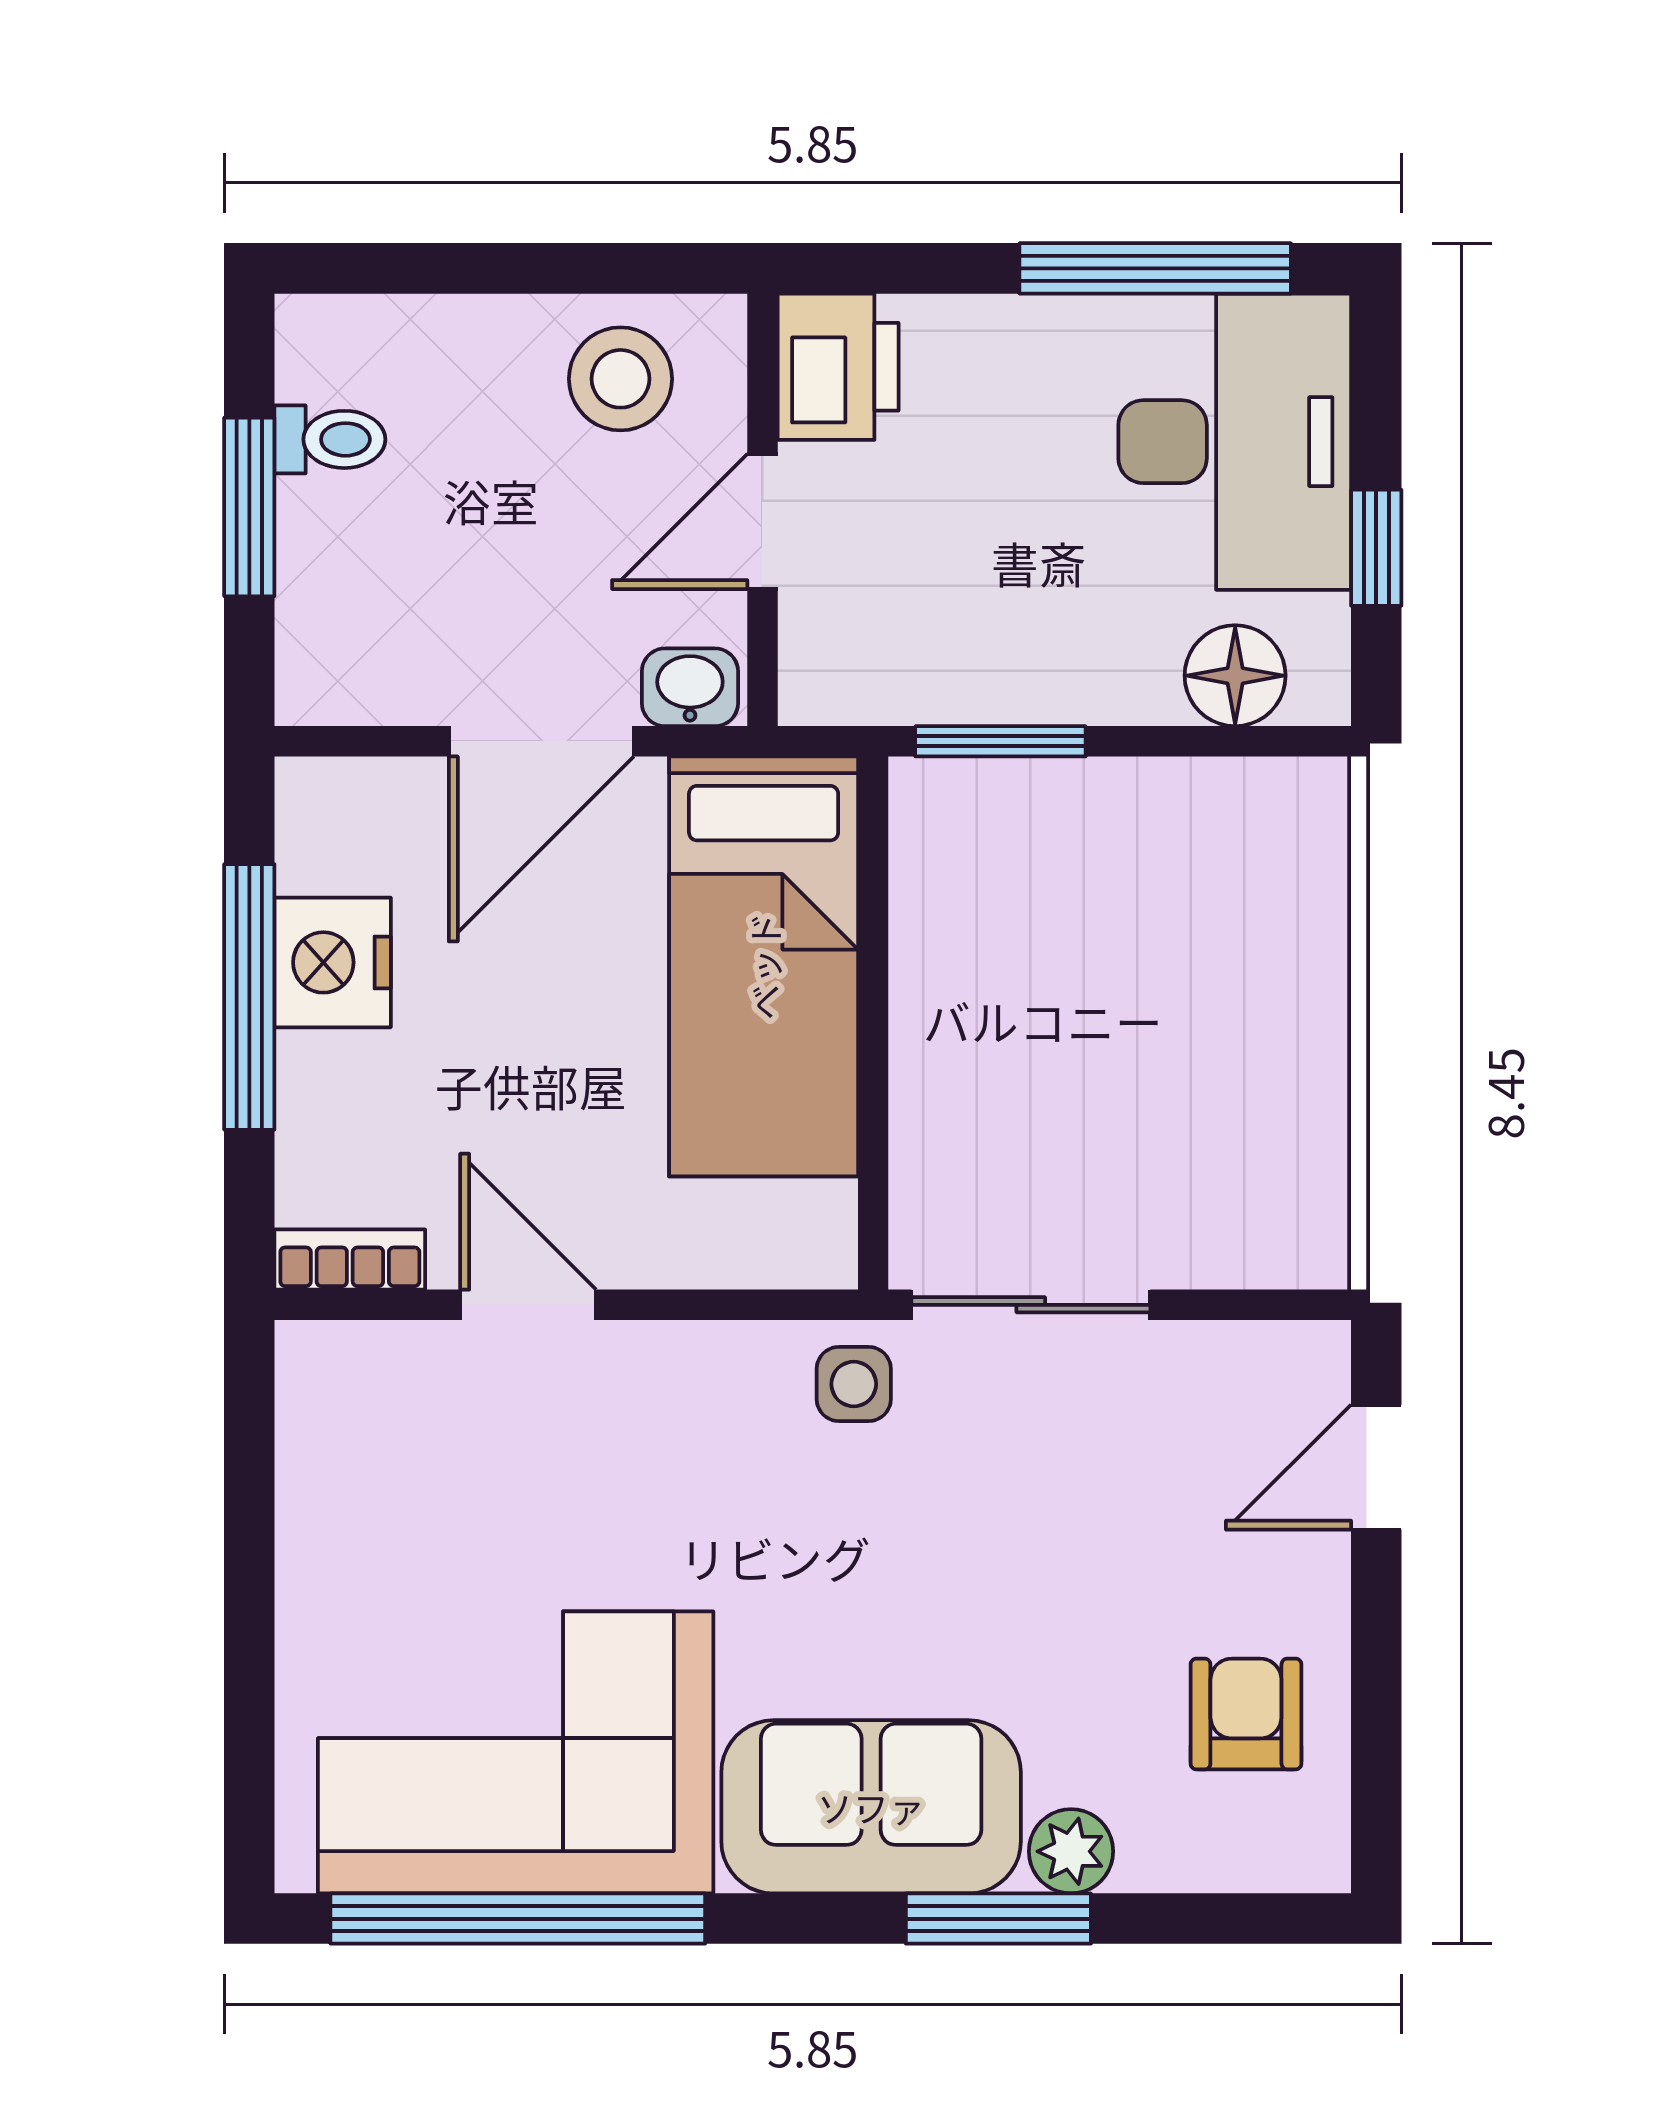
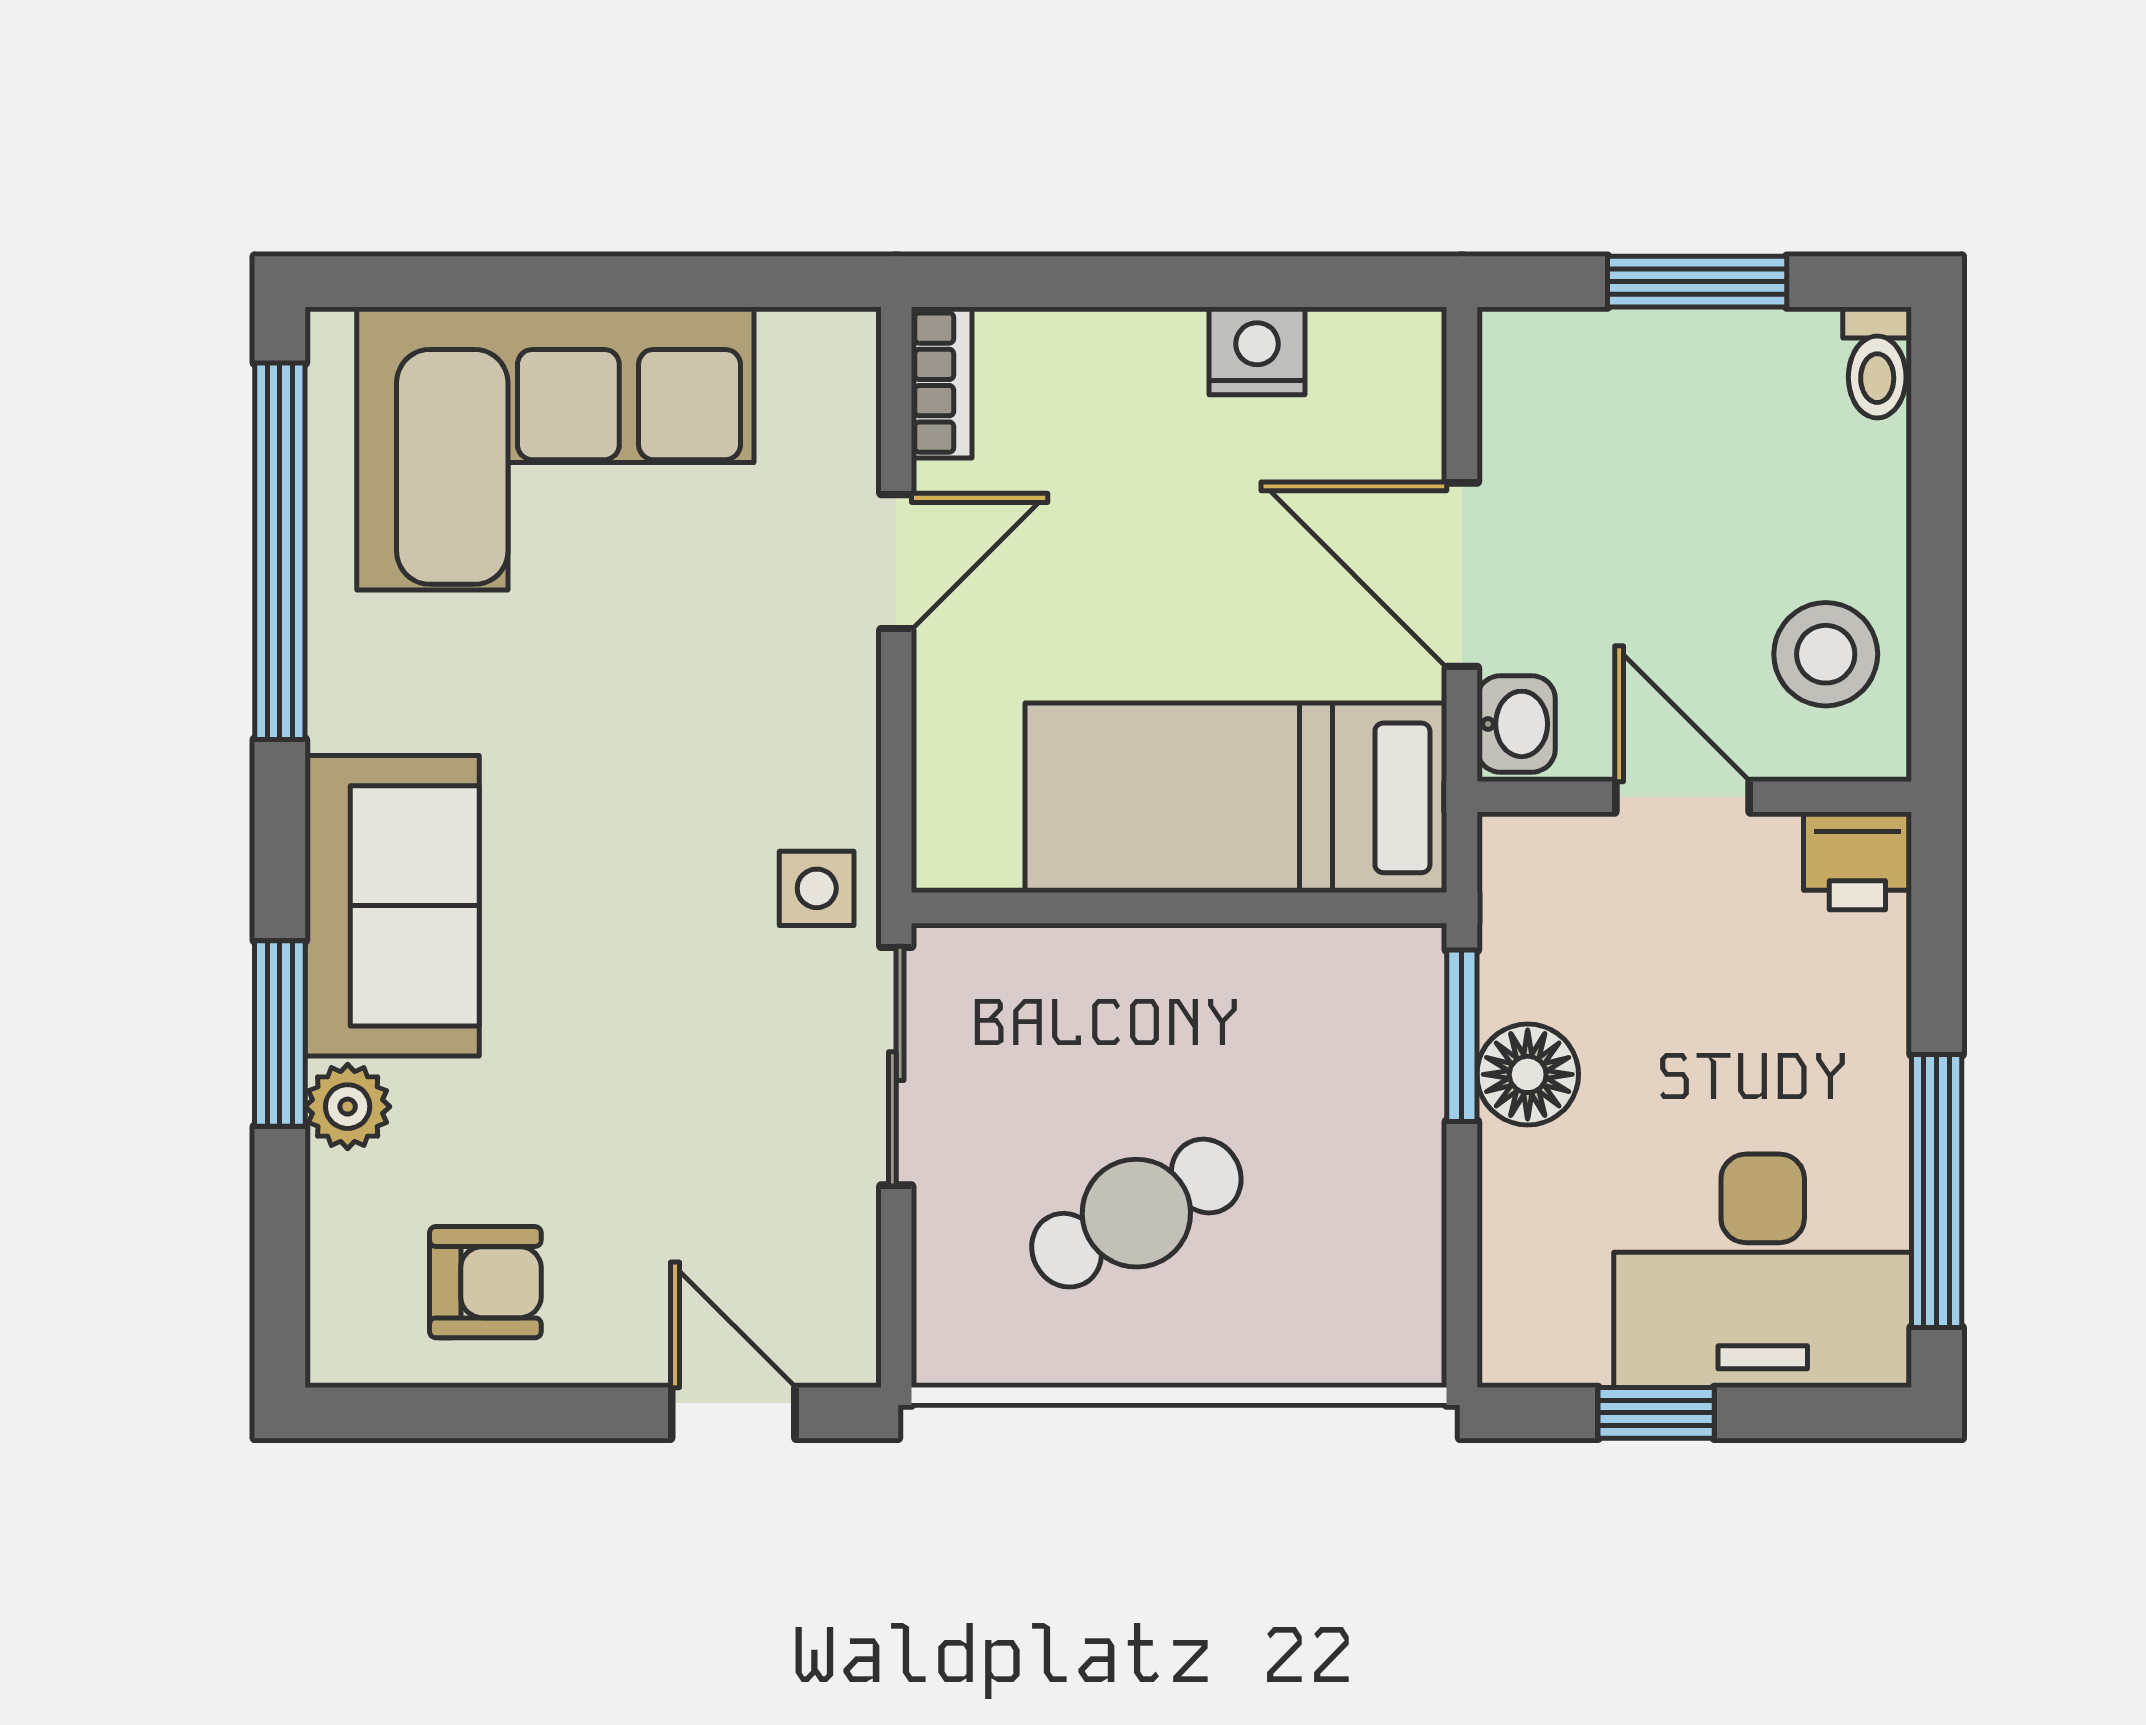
printer: (838, 367) -> (1857, 861), width x0.73, depth x0.81
toilet: (330, 439) -> (1877, 363), moved
floor lamp: (1235, 676) -> (1528, 1074), moved
nightstand: (333, 962) -> (1257, 351), width x0.74, depth x0.75
window: (249, 997) -> (1205, 282), removed
cafe table: (1177, 1066) -> (1136, 1213), added
corner sofa: (516, 1752) -> (555, 448), moved, turned 90

